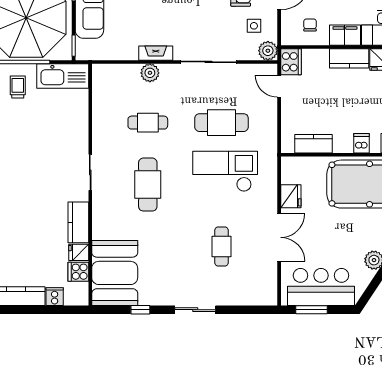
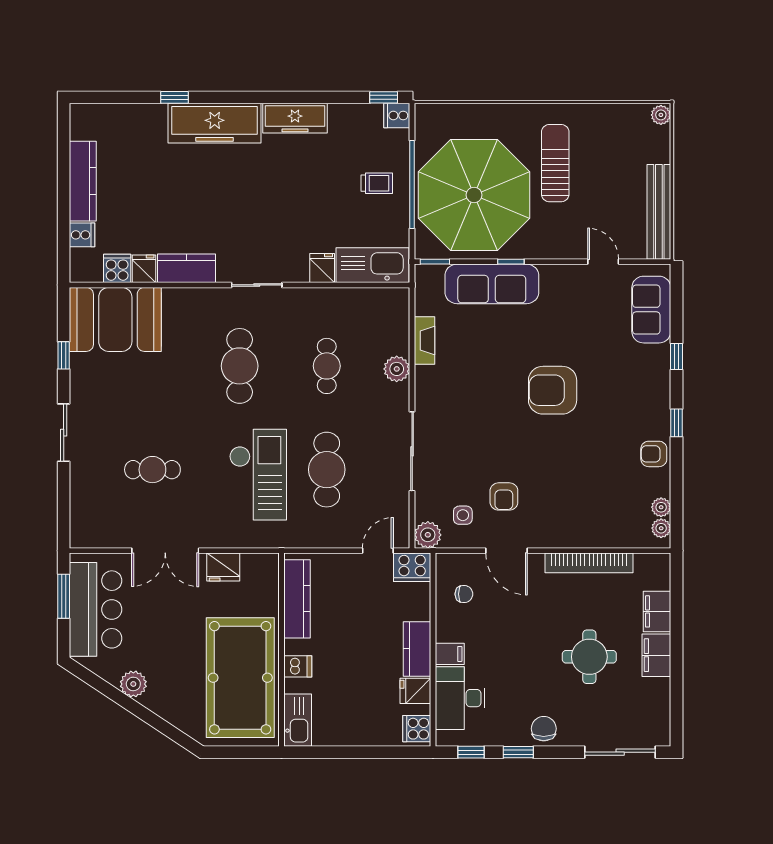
filing cabinet: (345, 35) -> (450, 654), width x0.50
fireplace: (156, 53) -> (425, 340), moved
kitchen sink: (63, 76) -> (373, 265), moved, turned 90
fridge: (78, 126) -> (322, 268), added
kitchen counter: (313, 144) -> (297, 599), width x1.50
cafe table: (148, 185) -> (240, 366), turned 90

